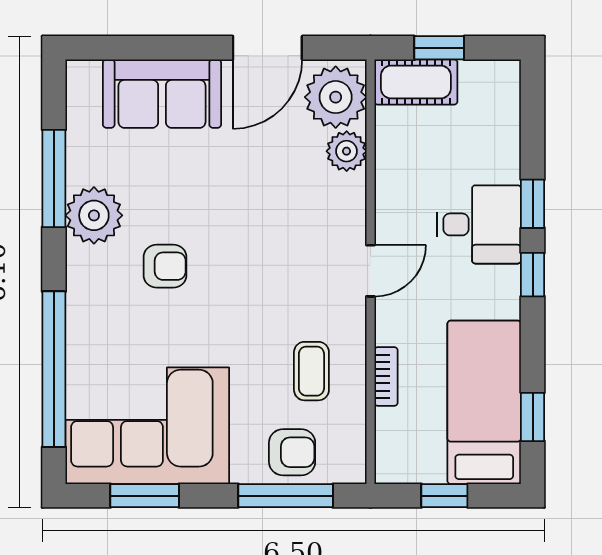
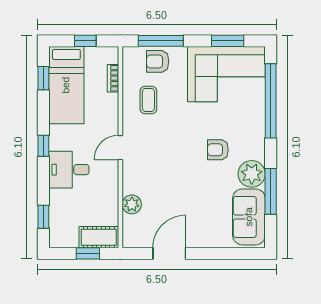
sofa: (162, 94) -> (249, 217), moved, turned -90
plant: (336, 97) -> (137, 230), removed
window: (533, 204) -> (43, 217), moved
bookcase: (386, 376) -> (113, 78), moved

